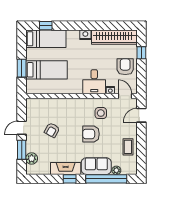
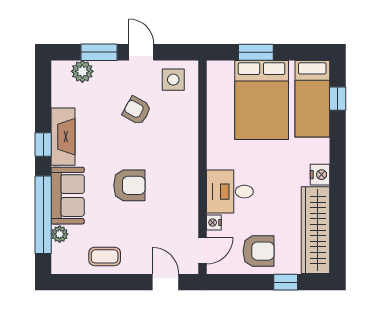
bed: (46, 70) -> (262, 100), width x1.50
side table: (101, 113) -> (173, 80), moved
armchair: (91, 134) -> (129, 185), turned 90

